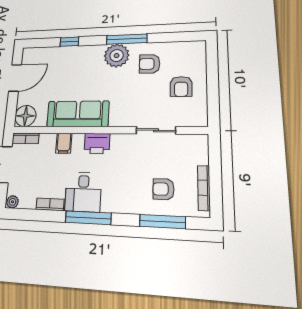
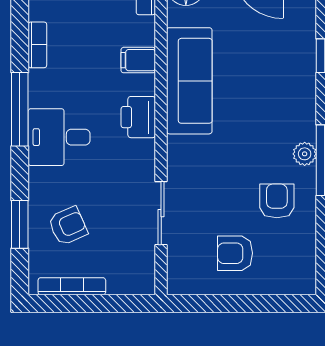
plant: (117, 56) -> (305, 154), width x0.53, depth x0.53
armchair: (163, 189) -> (68, 226), turned 66
desk: (83, 192) -> (59, 137), moved
window: (162, 221) -> (20, 224), width x0.69

